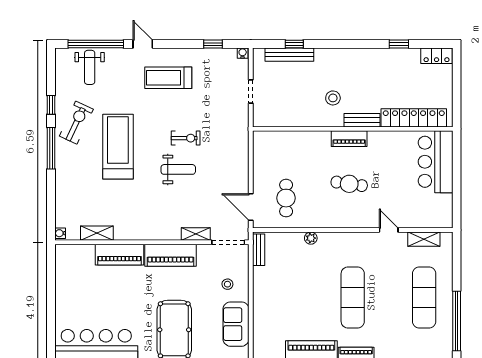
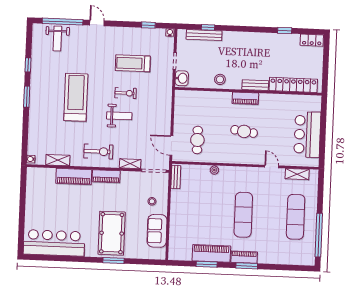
treadmill: (168, 78) -> (133, 63), moved
stool: (333, 98) -> (220, 79), moved
washbasin: (261, 115) -> (182, 78), added
exercise bike: (76, 123) -> (98, 151), moved, turned 65
window: (51, 148) -> (27, 97), width x0.69
bar counter: (436, 162) -> (307, 135), moved
piano: (170, 255) -> (106, 176), width x0.73, depth x0.75

